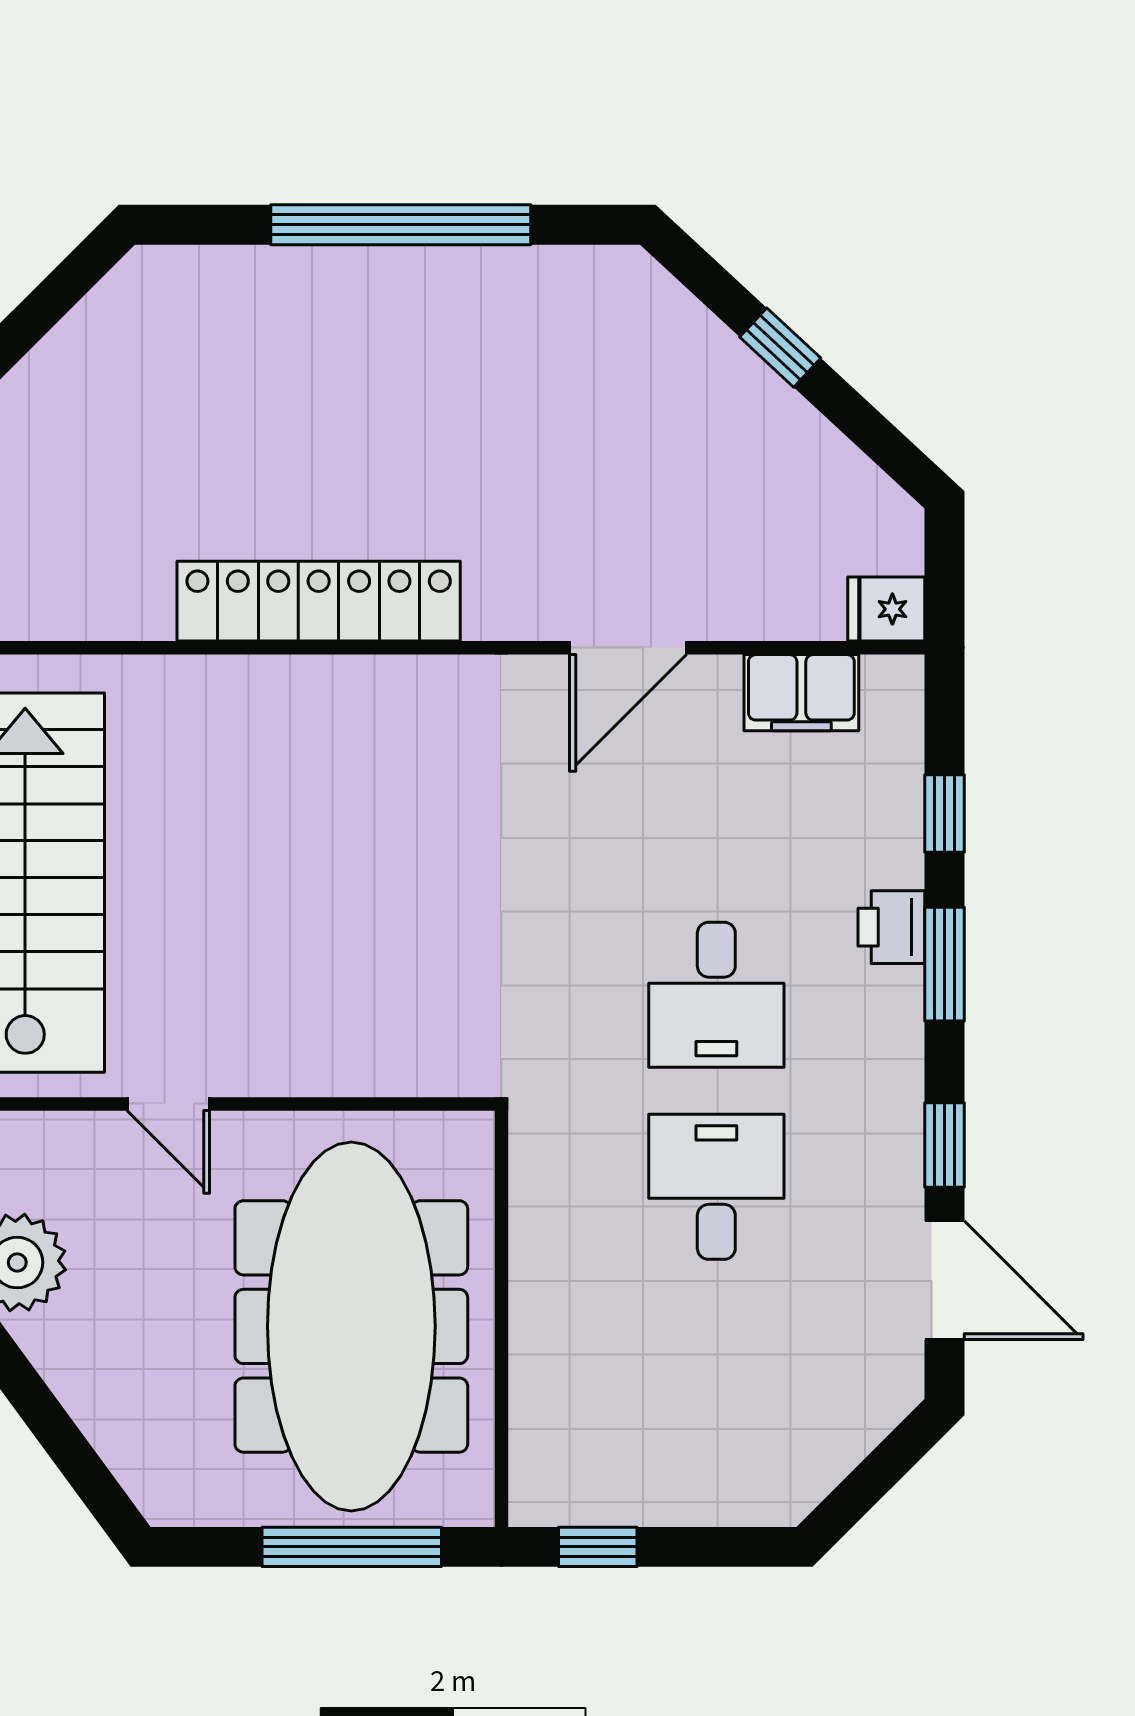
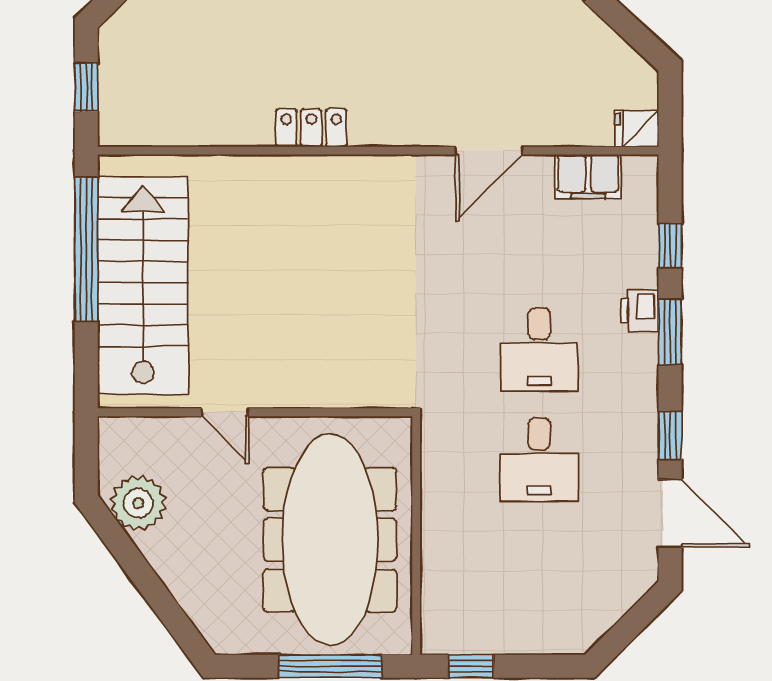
locker: (319, 601) -> (311, 128), width x0.46, depth x0.83
desk: (716, 1187) -> (539, 460), turned 180

